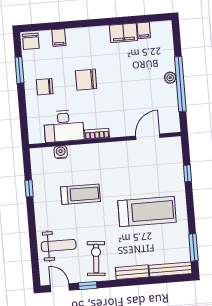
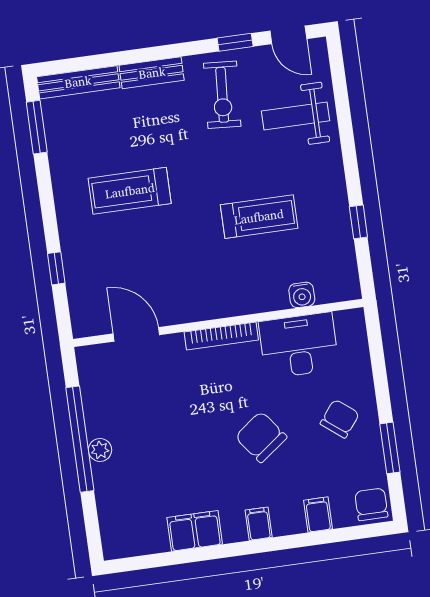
filing cabinet: (144, 30) -> (259, 524), moved
chair: (86, 80) -> (261, 437), turned -127
chair: (45, 87) -> (340, 419), turned -52
bookcase: (97, 134) -> (221, 336), width x1.56
door: (148, 137) -> (136, 334), swing flipped
treadmill: (80, 194) -> (259, 217), turned 180
treadmill: (147, 211) -> (130, 191), width x0.73, depth x0.73

